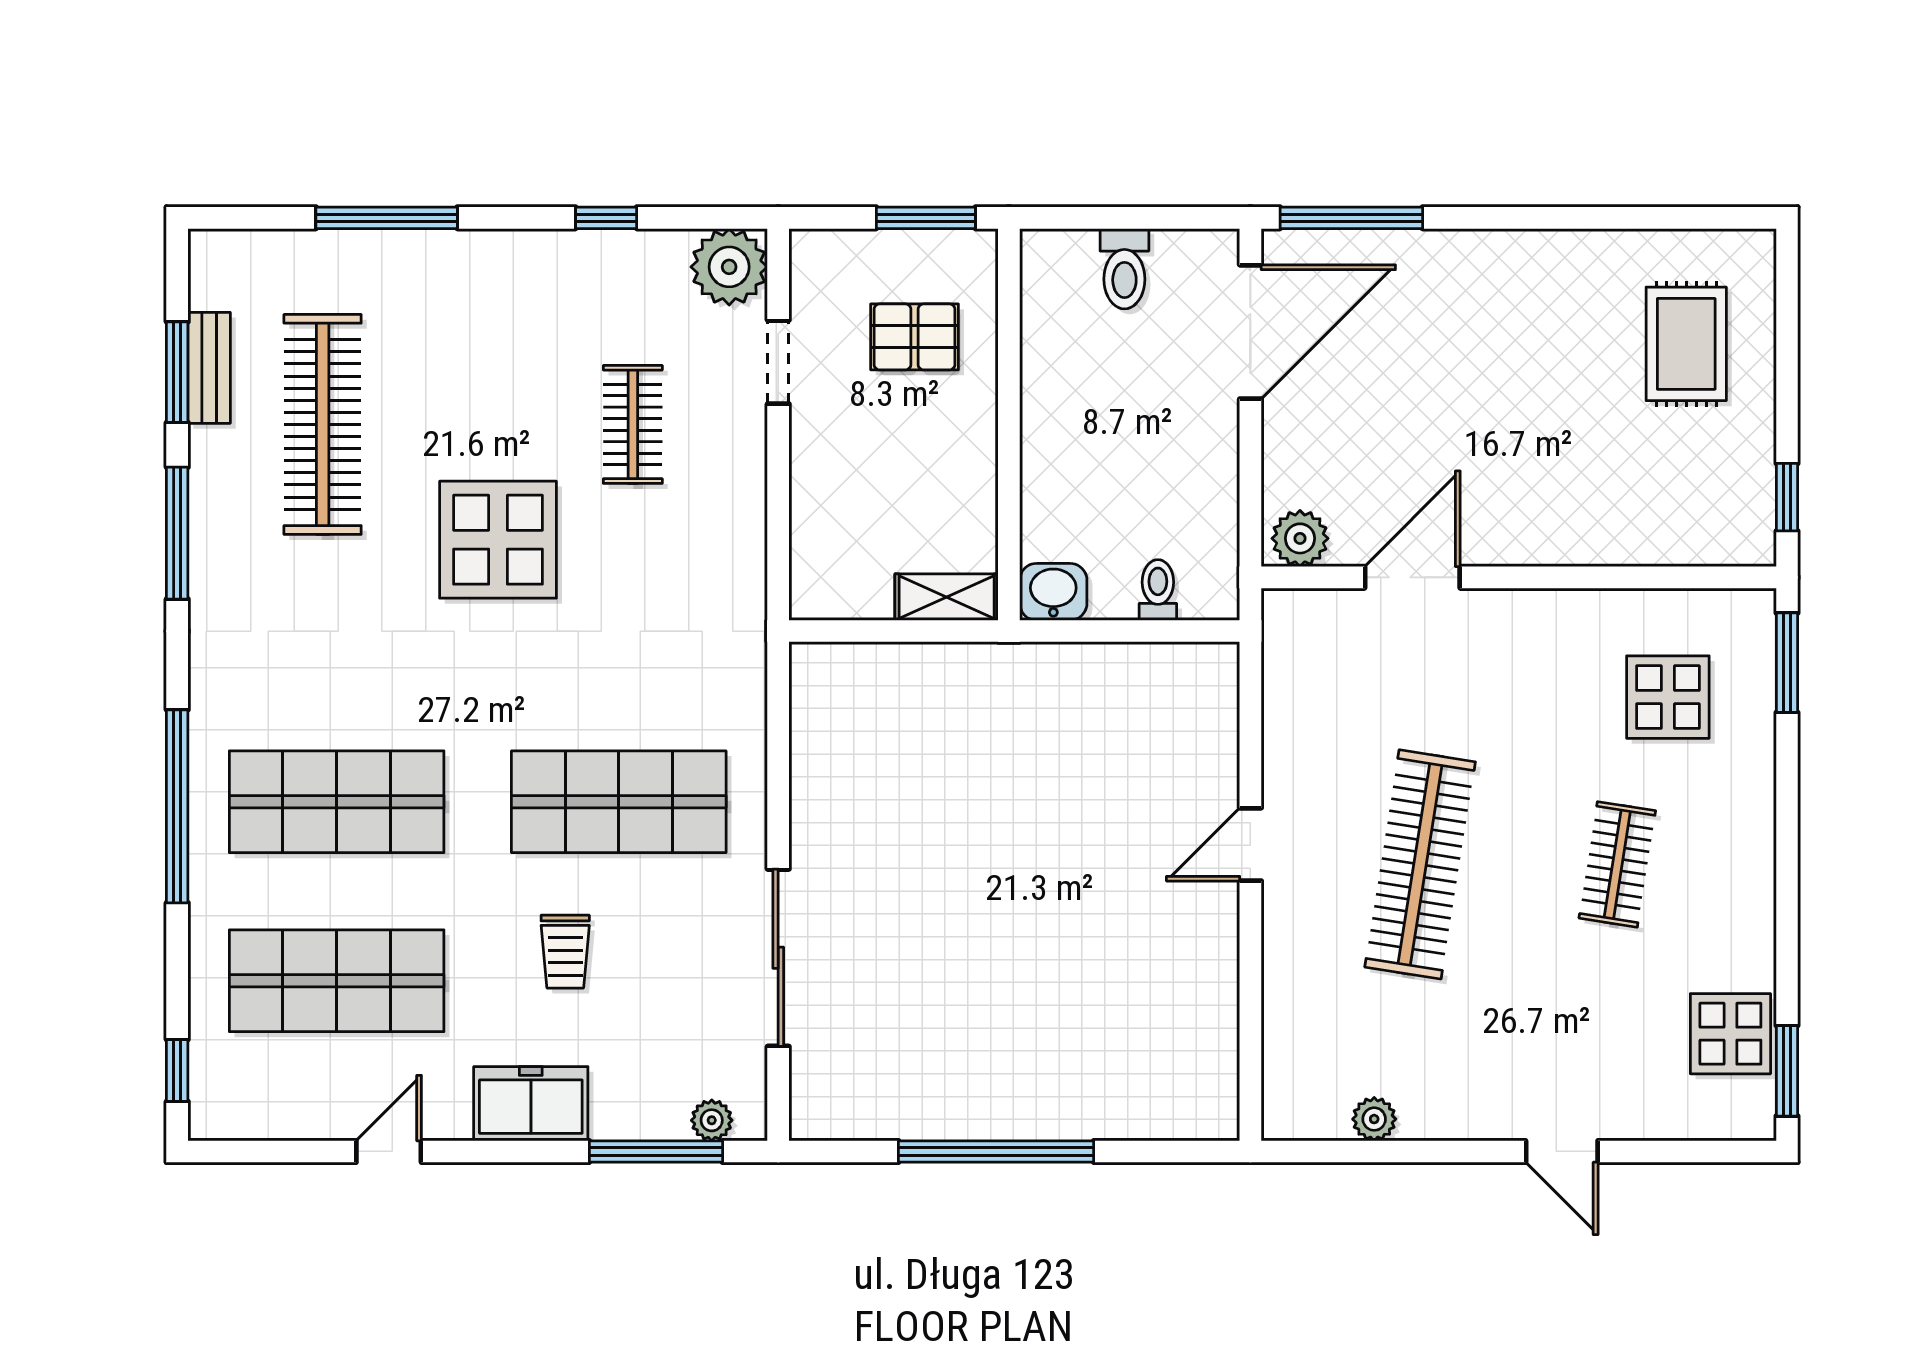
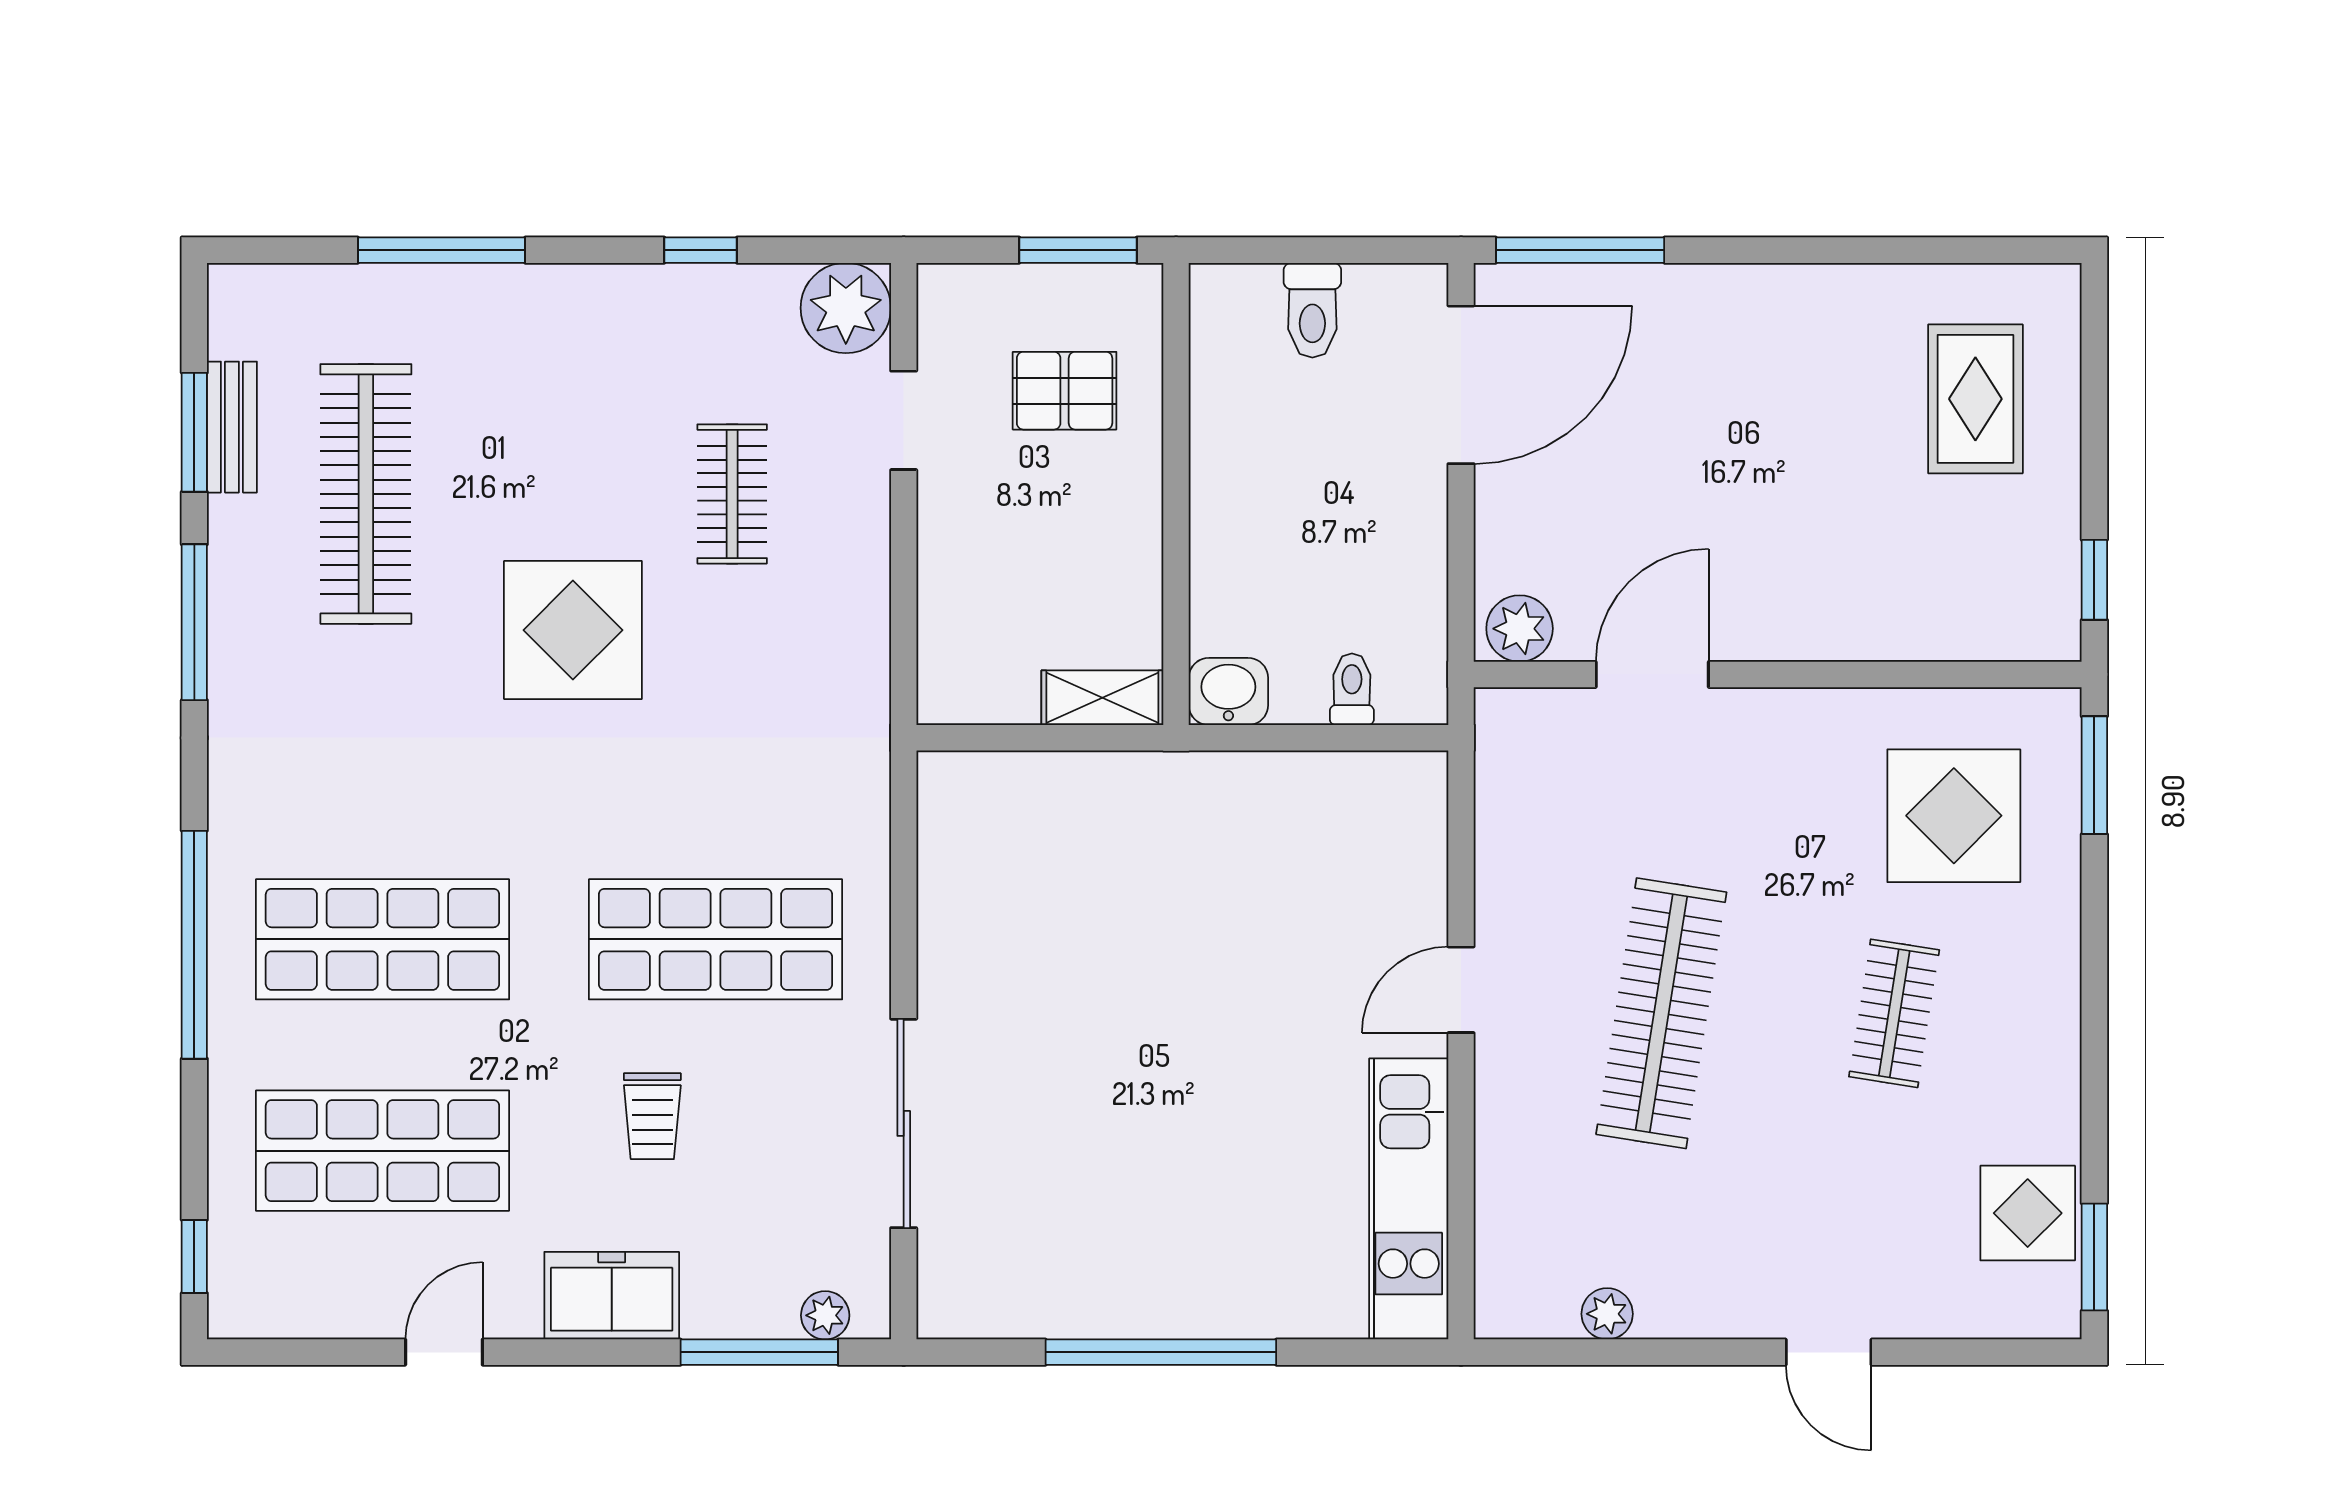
display table: (1668, 697) -> (1954, 816), width x1.36, depth x1.36
kitchen unit: (1206, 1022) -> (1409, 1199), added

